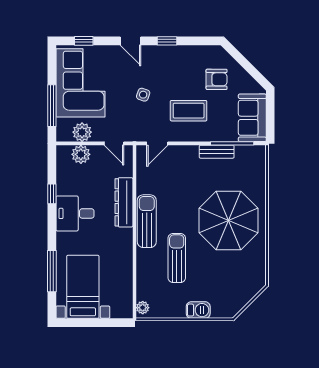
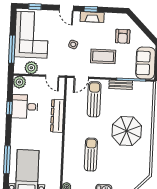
fireplace: (170, 53) -> (92, 17), added
armchair: (217, 79) -> (123, 36), turned 90
plant: (81, 154) -> (19, 82), moved
desk: (75, 213) -> (25, 107), moved
parasol: (229, 220) -> (127, 131), width x0.73, depth x0.73
sun lounger: (147, 221) -> (94, 99), moved

